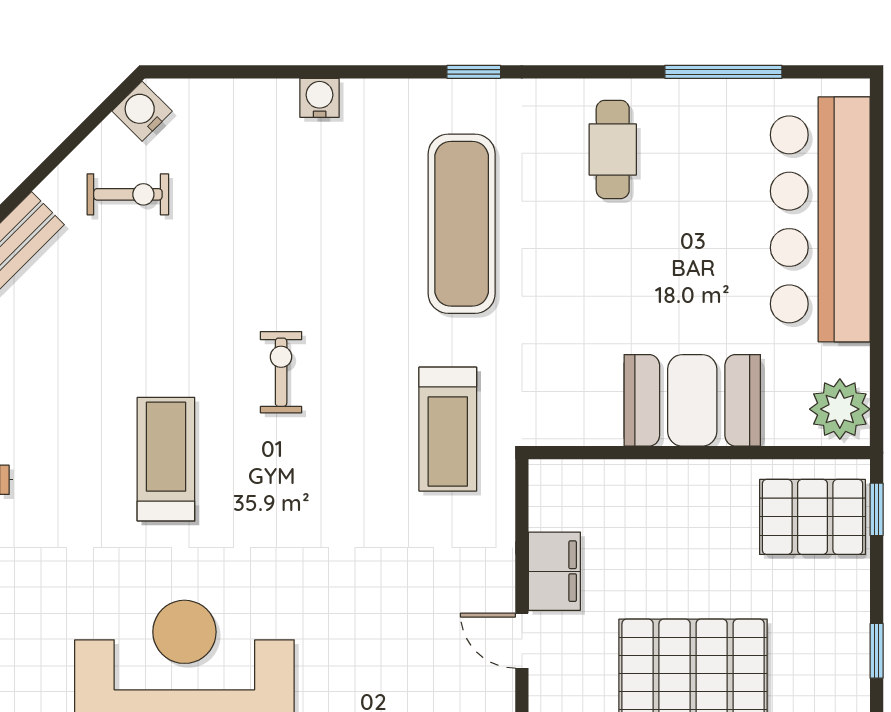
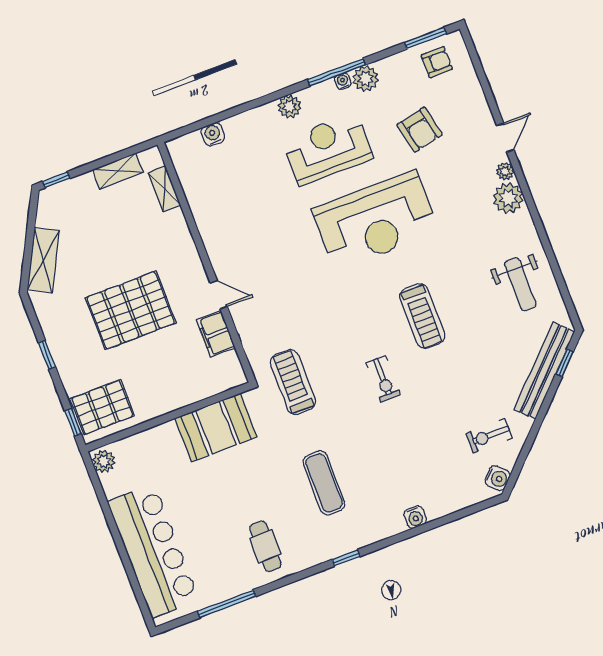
exercise mat: (462, 224) -> (324, 483), width x0.73, depth x0.69
booth: (692, 400) -> (216, 428), moved
plant: (840, 409) -> (104, 461), width x0.73, depth x0.73

